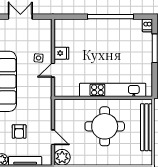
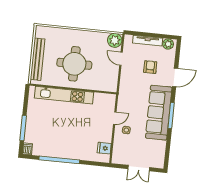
fridge: (61, 53) -> (104, 148), moved

